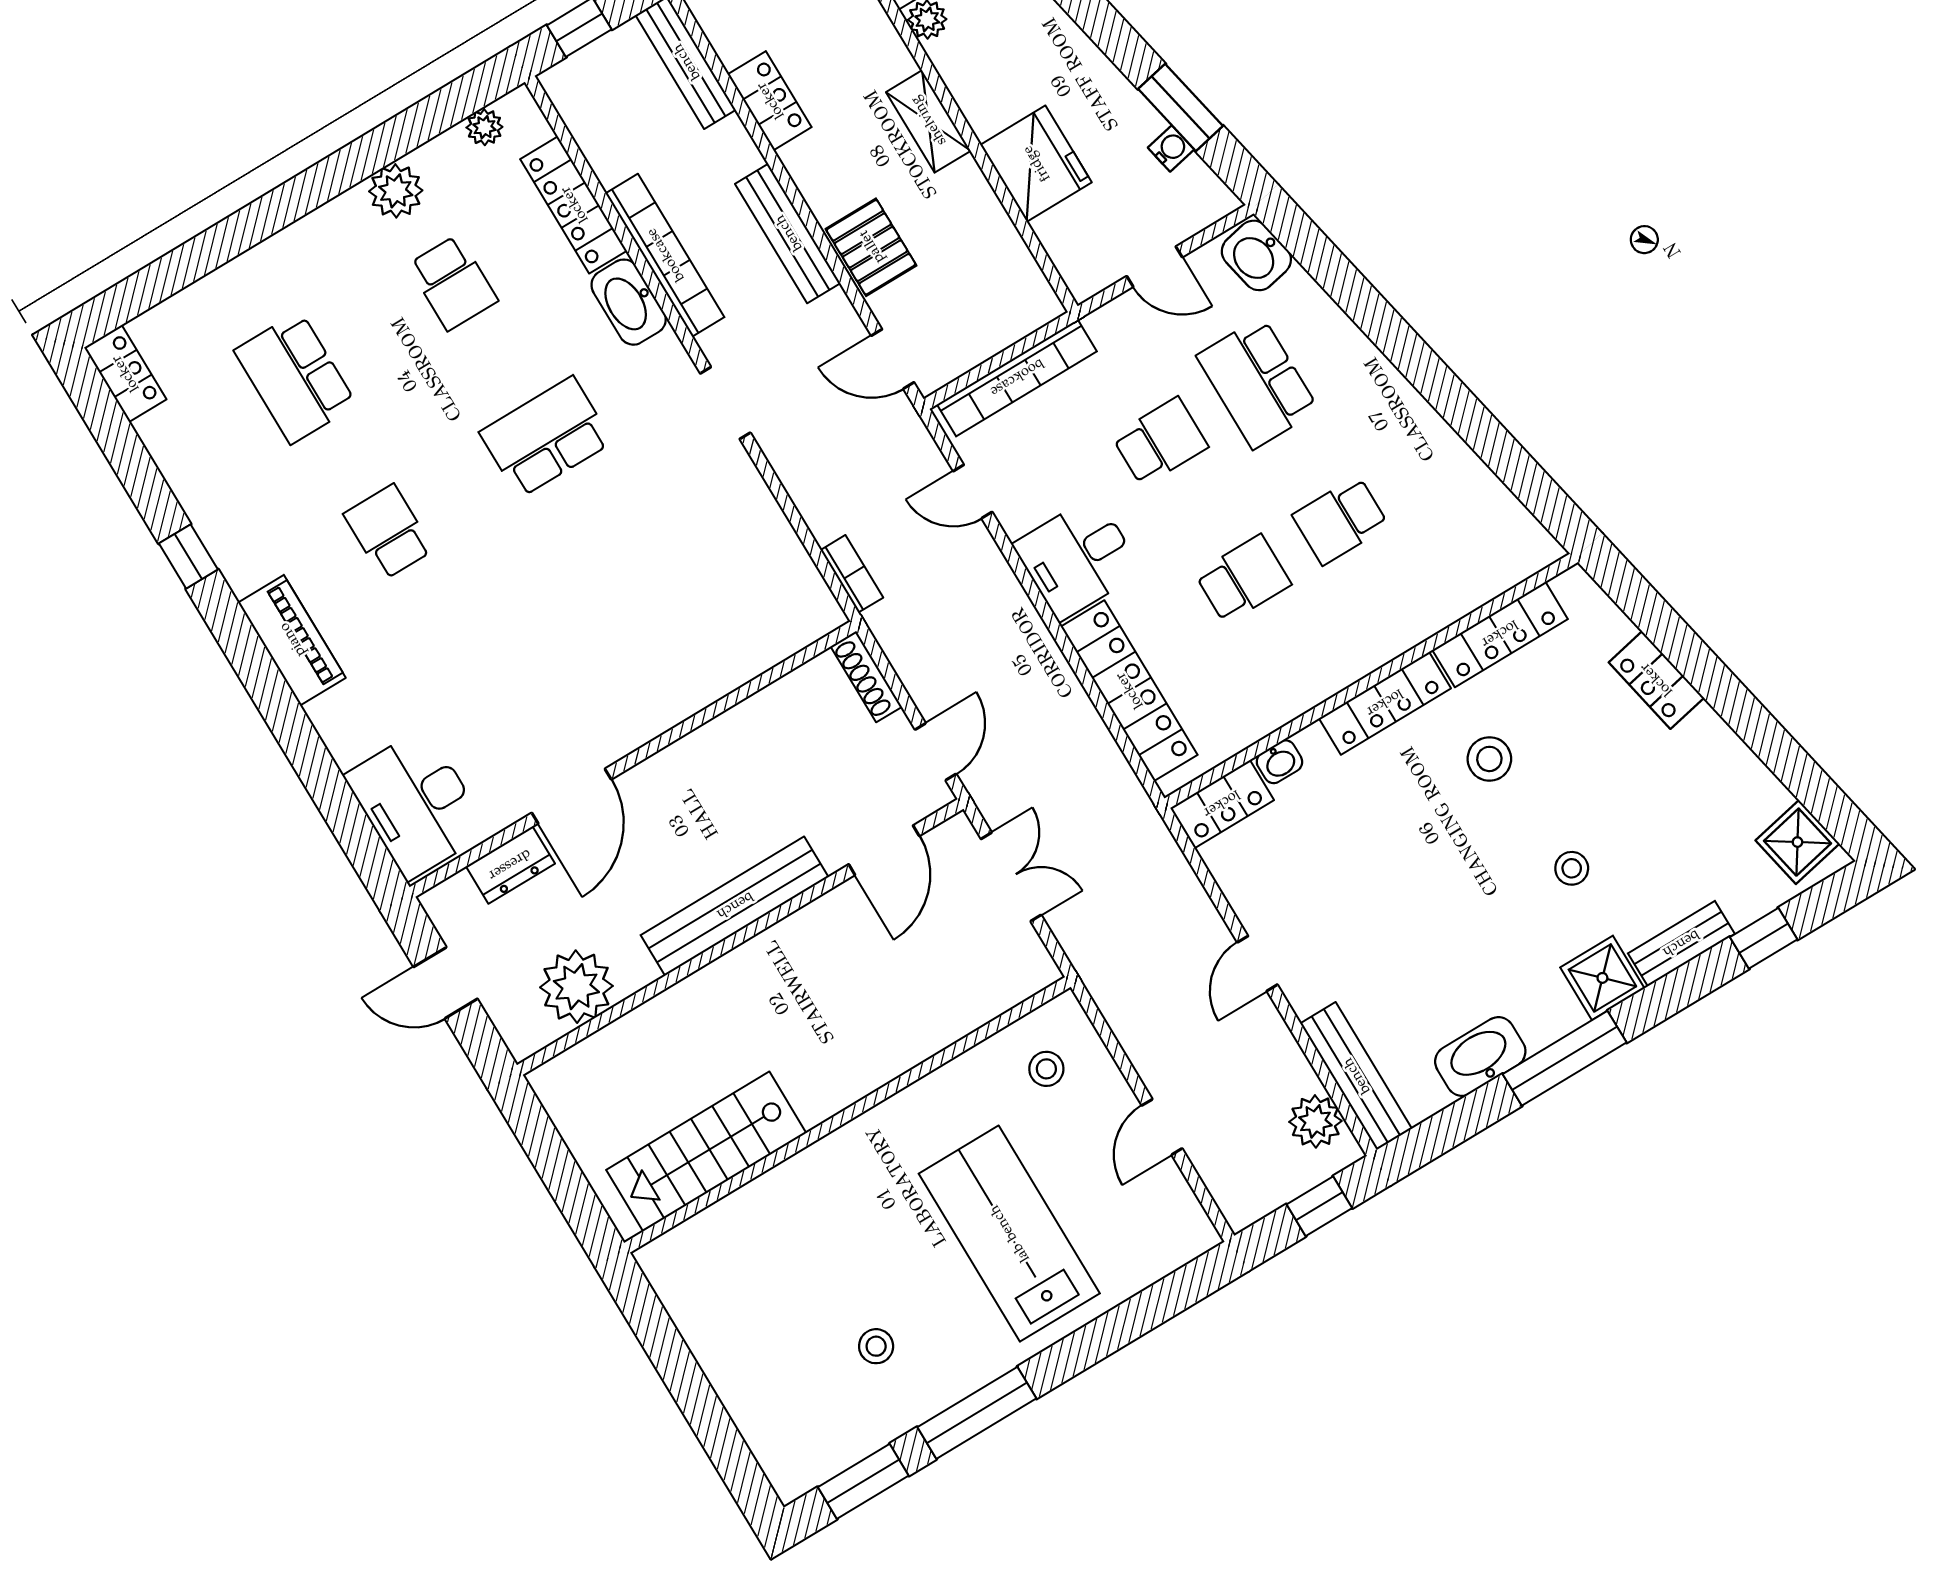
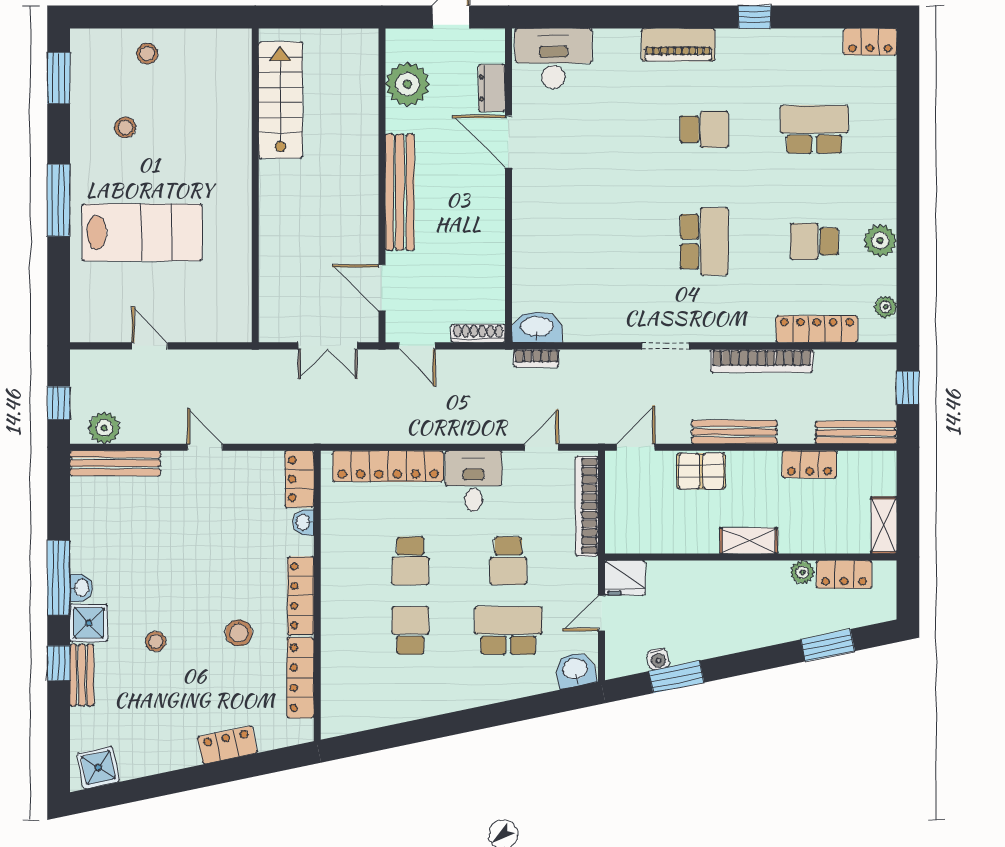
fridge: (1036, 164) -> (625, 578), moved, width x0.73, depth x0.75
washbasin: (629, 302) -> (537, 327), moved
window: (1764, 938) -> (59, 663), moved
washbasin: (1480, 1056) -> (81, 588), moved, width x0.52, depth x0.69
stool: (1046, 1069) -> (147, 54), moved
window: (977, 1413) -> (59, 200), moved

